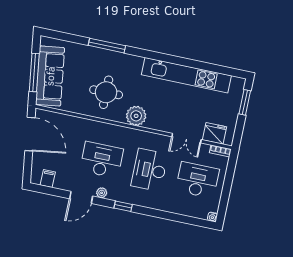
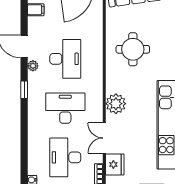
plant: (136, 116) -> (116, 104), moved
desk: (197, 180) -> (65, 157), turned 180

